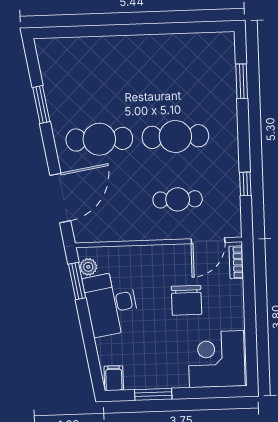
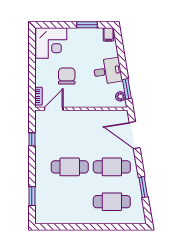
door: (60, 198) -> (135, 135), hinge flipped
cafe table: (178, 199) -> (112, 202), moved, width x1.37, depth x1.35
desk: (111, 304) -> (108, 71), width x0.73

